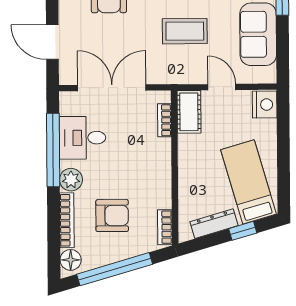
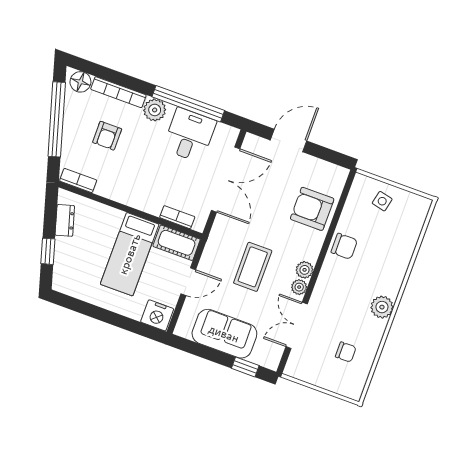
bed: (249, 182) -> (130, 254), moved, turned 106
armchair: (112, 216) -> (107, 136), width x0.72, depth x0.72
dresser: (214, 224) -> (65, 220), width x0.70

